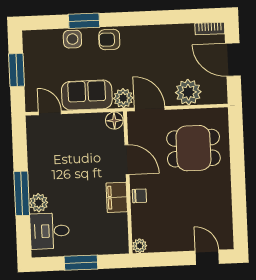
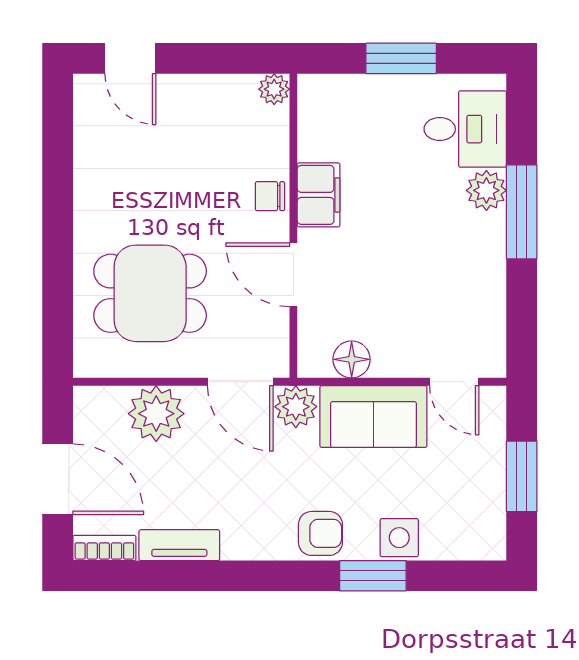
tv unit: (175, 31) -> (179, 545), added
floor lamp: (114, 121) -> (352, 359), moved

